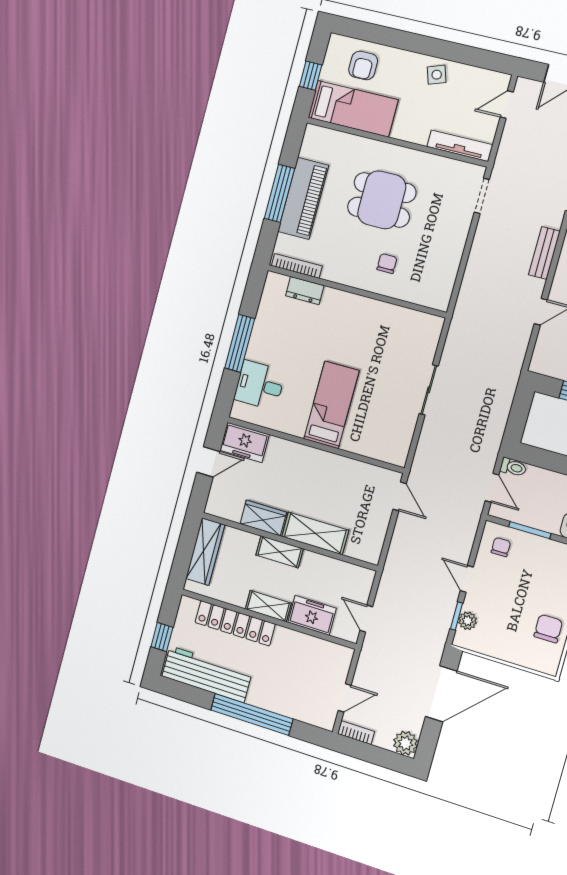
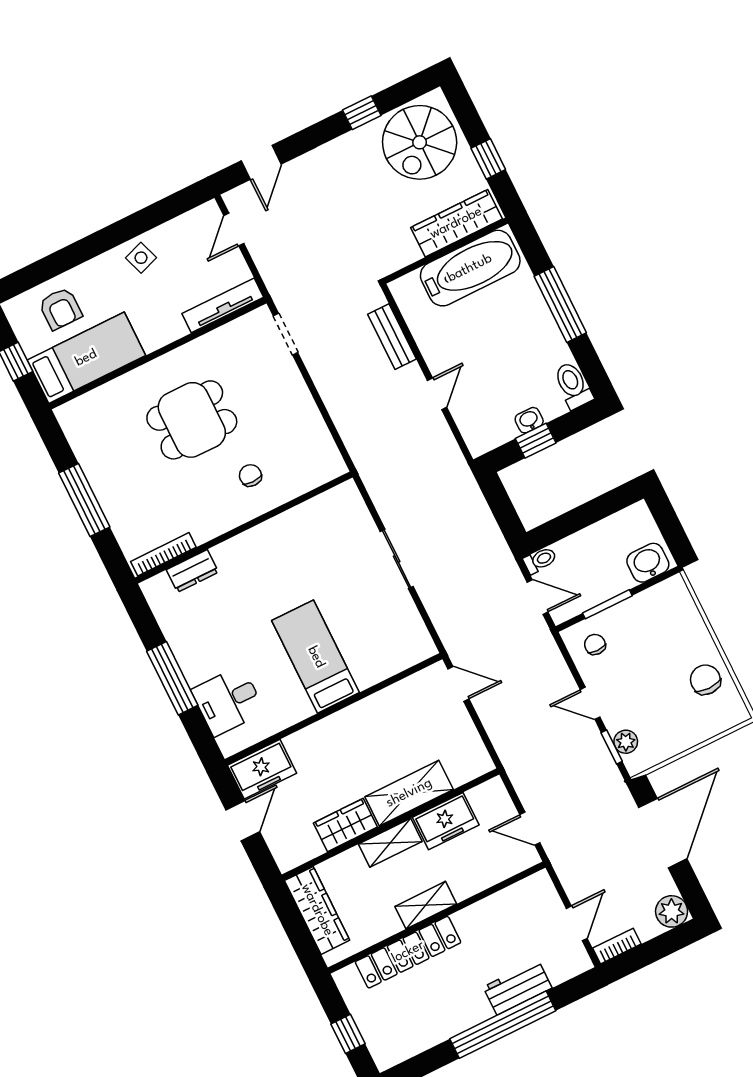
piano: (303, 198) -> (113, 485), removed
freezer: (312, 615) -> (446, 821), moved, turned 180
workbench: (207, 674) -> (518, 987), moved, width x0.53, depth x0.76

